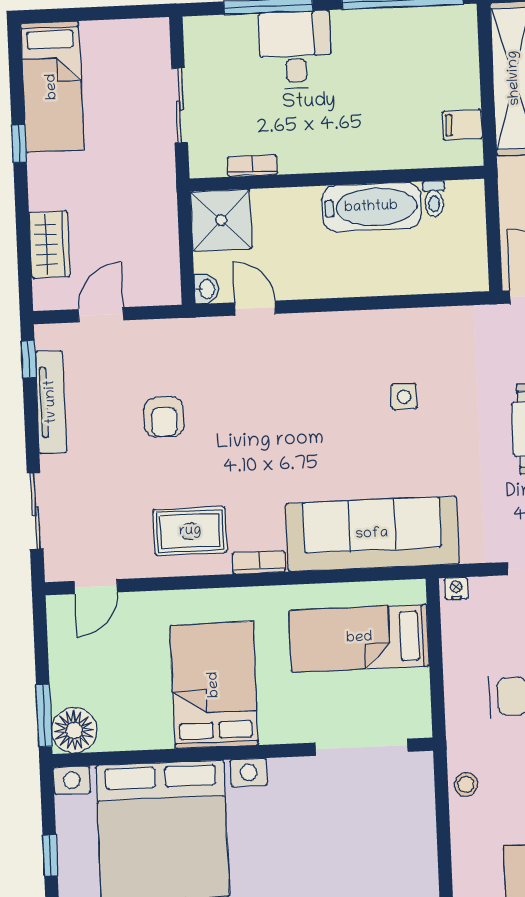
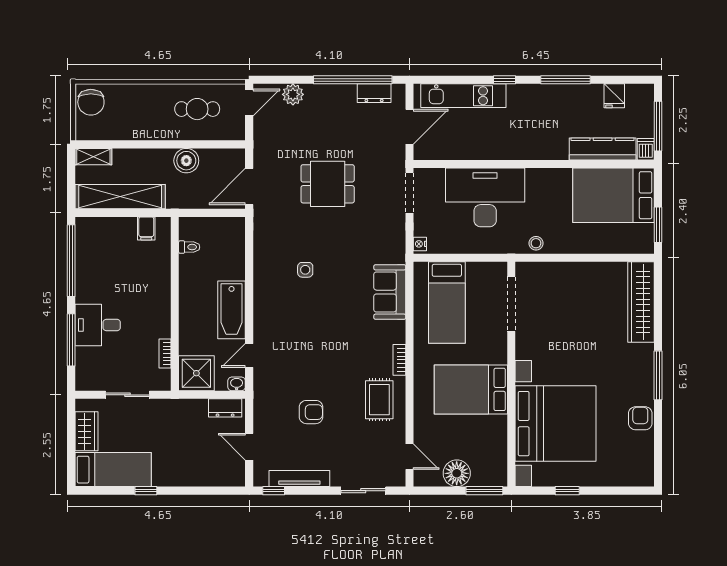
bathtub: (371, 207) -> (232, 310), moved, turned 180
wardrobe: (49, 244) -> (86, 431), moved, turned 90
dresser: (165, 271) -> (225, 408), added
sofa: (372, 534) -> (390, 292), width x0.54, depth x0.79
floor lamp: (74, 730) -> (457, 473), moved

